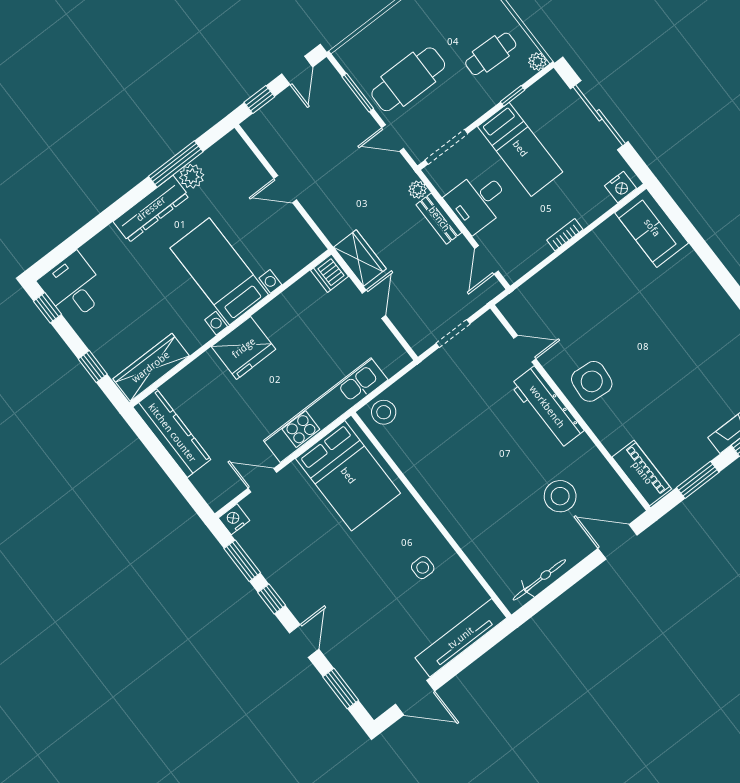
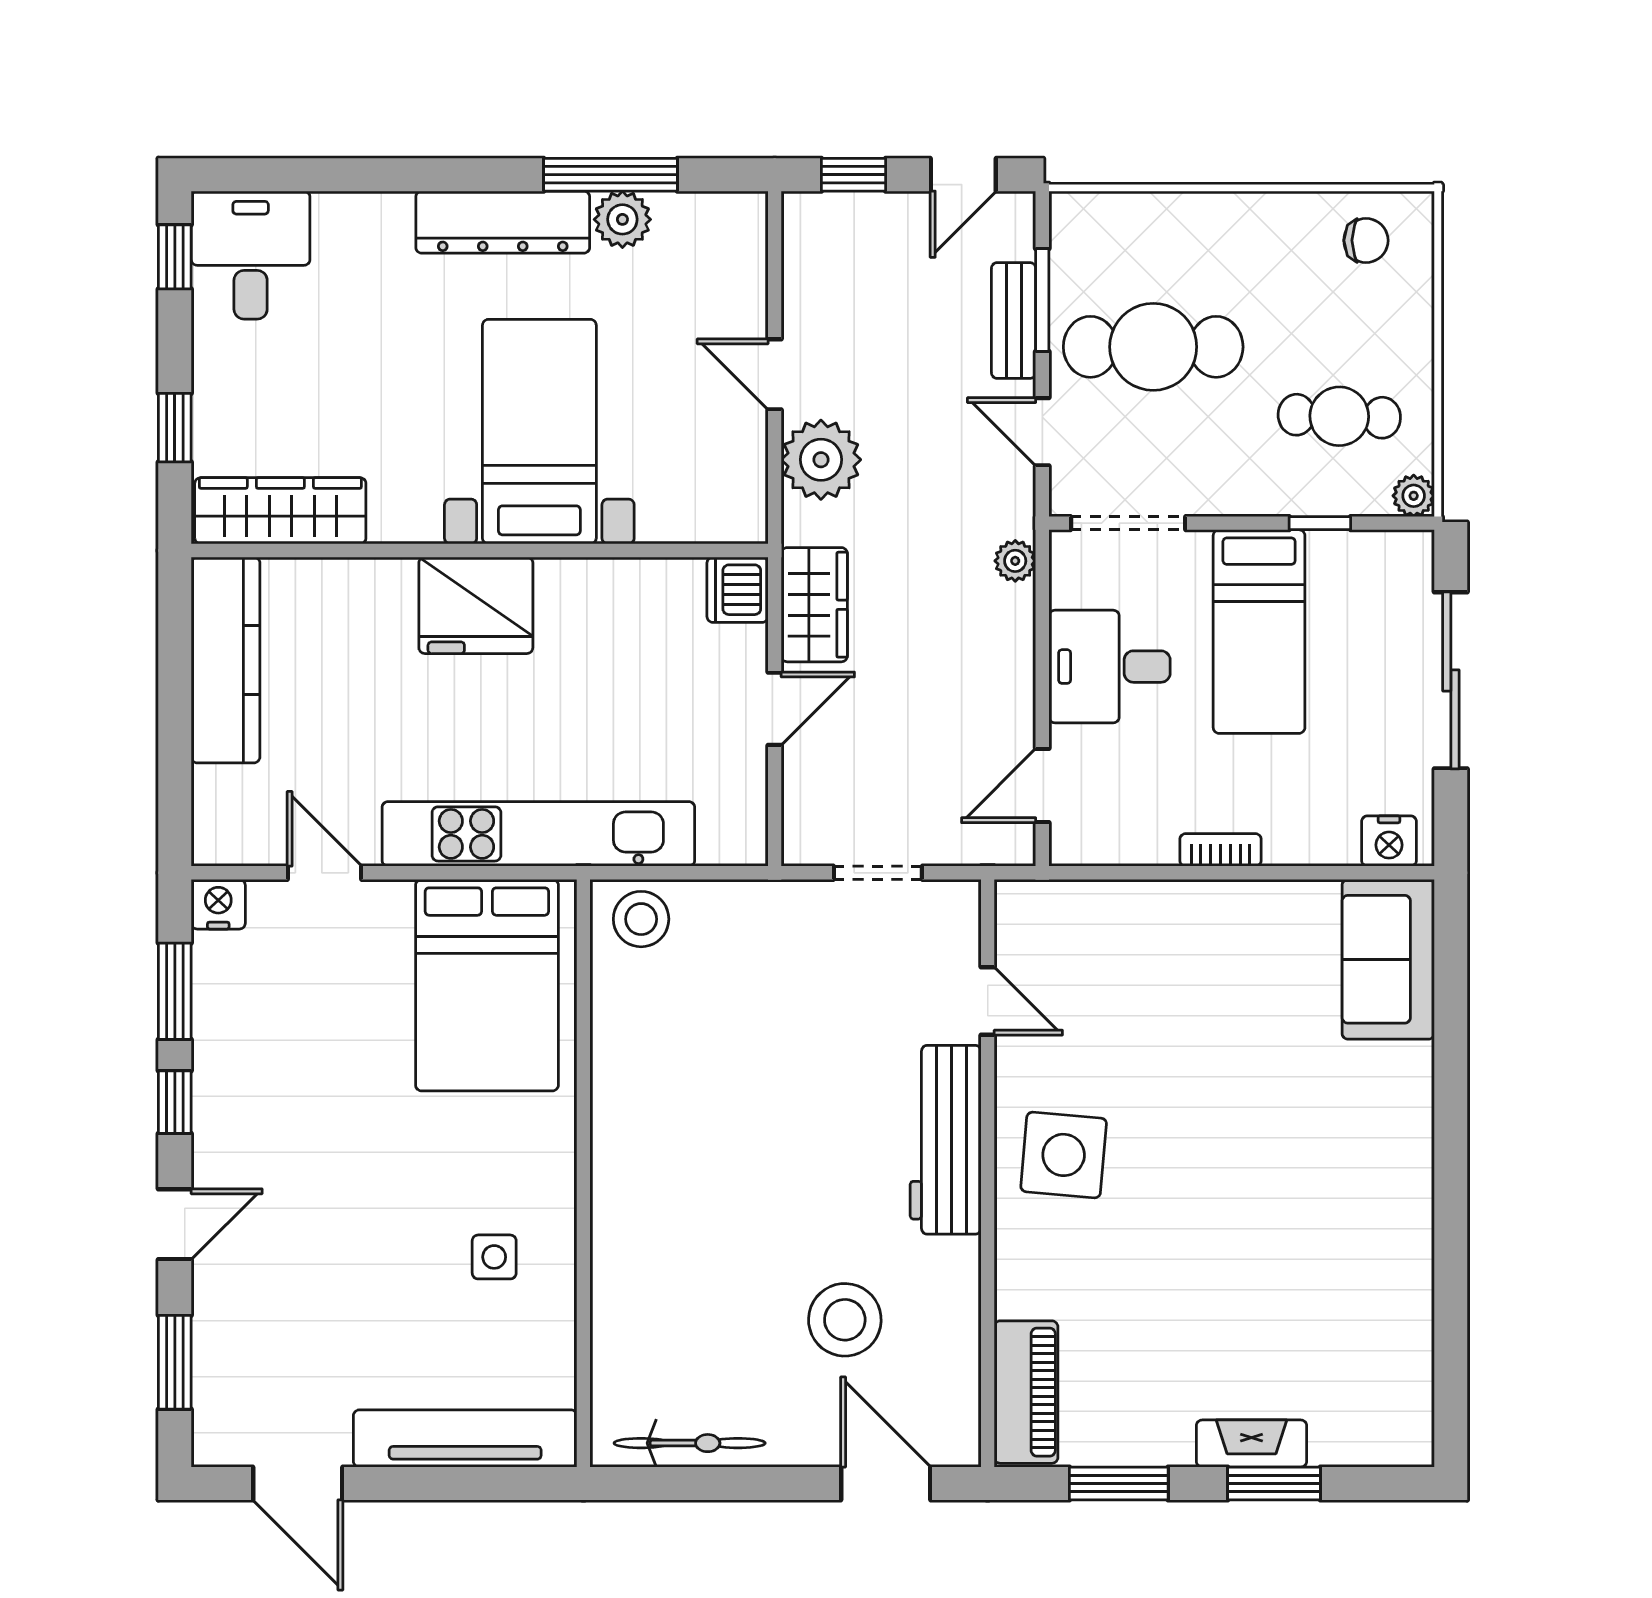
plant: (324, 206) -> (821, 460), added
bench: (439, 219) -> (1014, 320), moved

